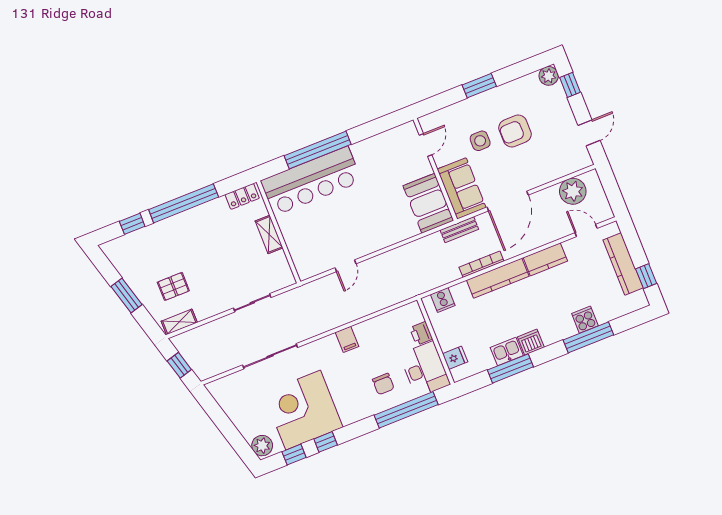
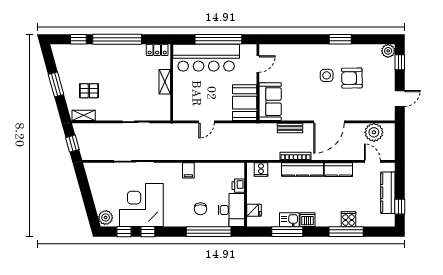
door: (426, 145) -> (258, 64), moved
wall: (435, 169) -> (258, 82), moved
sofa: (462, 188) -> (270, 102), moved
booth: (428, 203) -> (245, 103), moved

